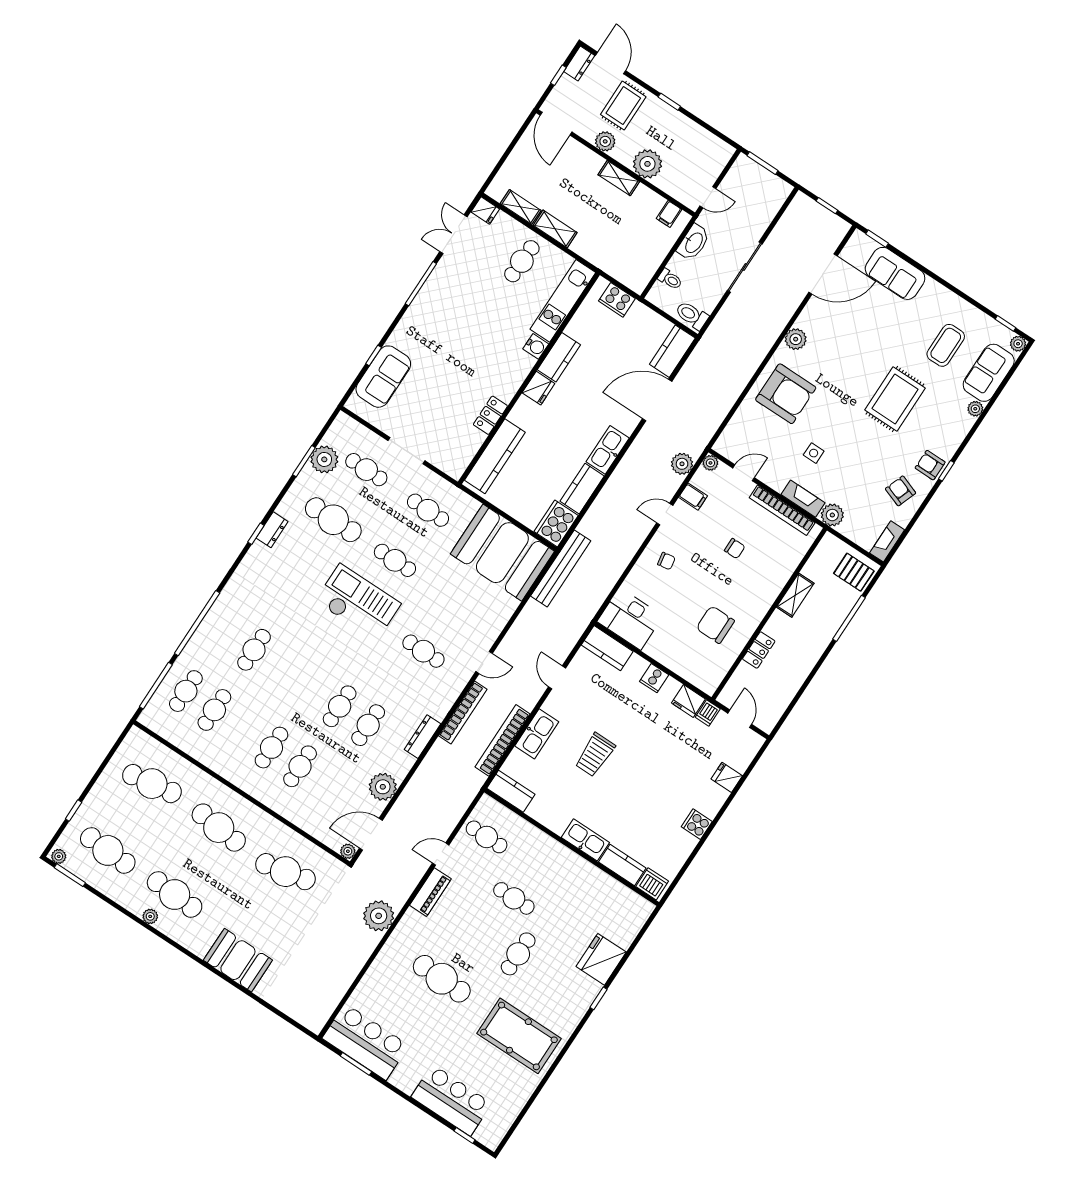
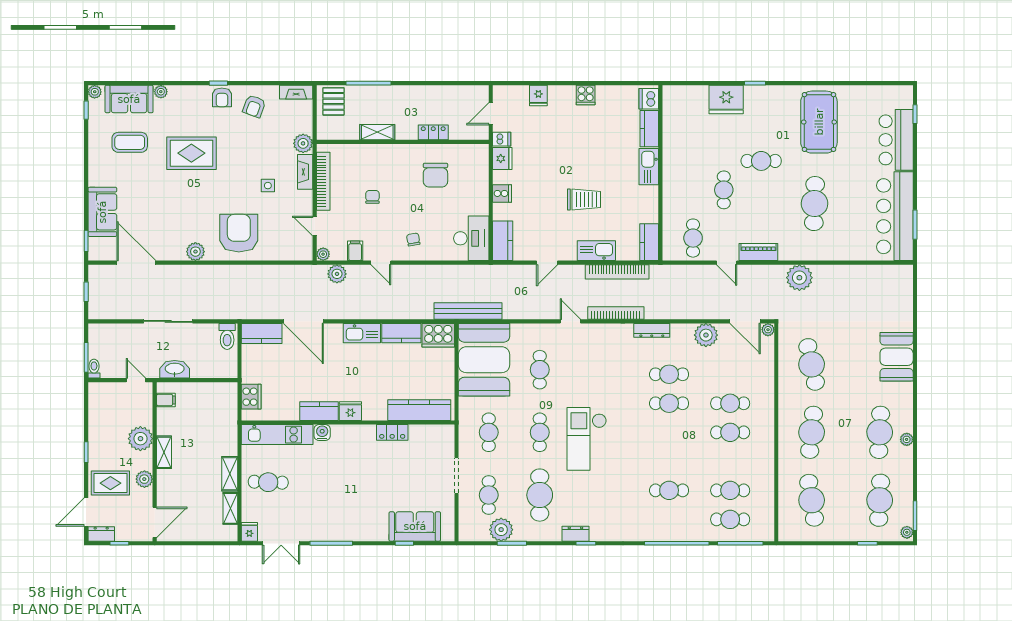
toilet: (670, 279) -> (94, 369), moved
cafe table: (423, 651) -> (540, 370), moved
bar counter: (366, 1042) -> (895, 216), width x1.36

